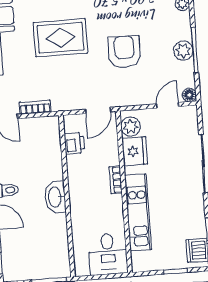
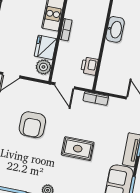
rug: (61, 38) -> (78, 149), width x0.73, depth x0.70
bookcase: (35, 107) -> (96, 98), moved
door: (98, 110) -> (65, 86), swing flipped

